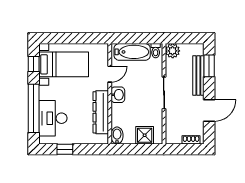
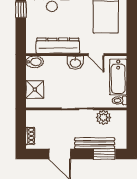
plant: (173, 51) -> (103, 117), moved

